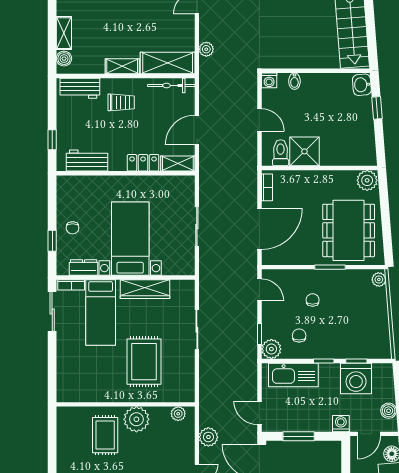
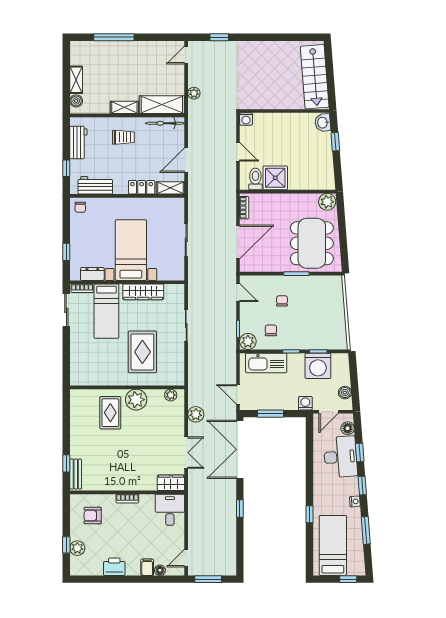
bidet: (294, 81) -> (267, 120), removed
workbench: (80, 88) -> (78, 142), moved, turned -90
chair: (73, 228) -> (80, 207), moved
plant: (379, 279) -> (337, 284), removed

